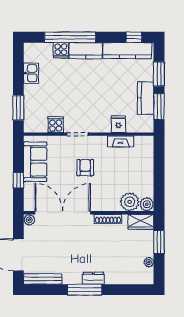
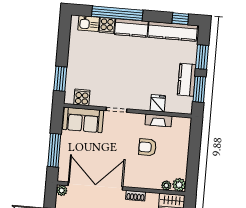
kitchen sink: (31, 73) -> (89, 24), moved, turned 90
cooker: (56, 125) -> (82, 97), moved
sofa: (35, 162) -> (83, 120), moved, turned 90
armchair: (85, 168) -> (147, 147), moved, turned -90
window: (18, 180) -> (54, 150), width x2.17
plant: (130, 202) -> (166, 186), width x0.53, depth x0.53
shoe rack: (108, 219) -> (136, 196), width x0.70

